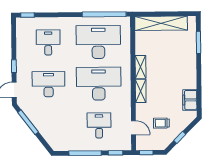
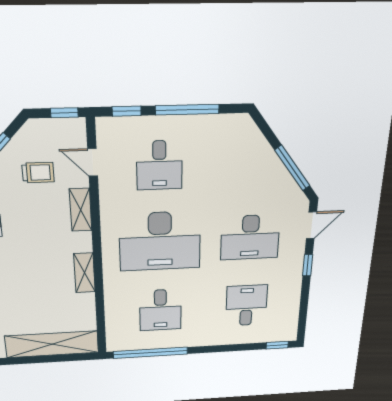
desk: (48, 42) -> (246, 305), turned 180
desk: (98, 42) -> (160, 310), width x0.53, depth x0.77
shelving: (141, 91) -> (81, 210), moved

